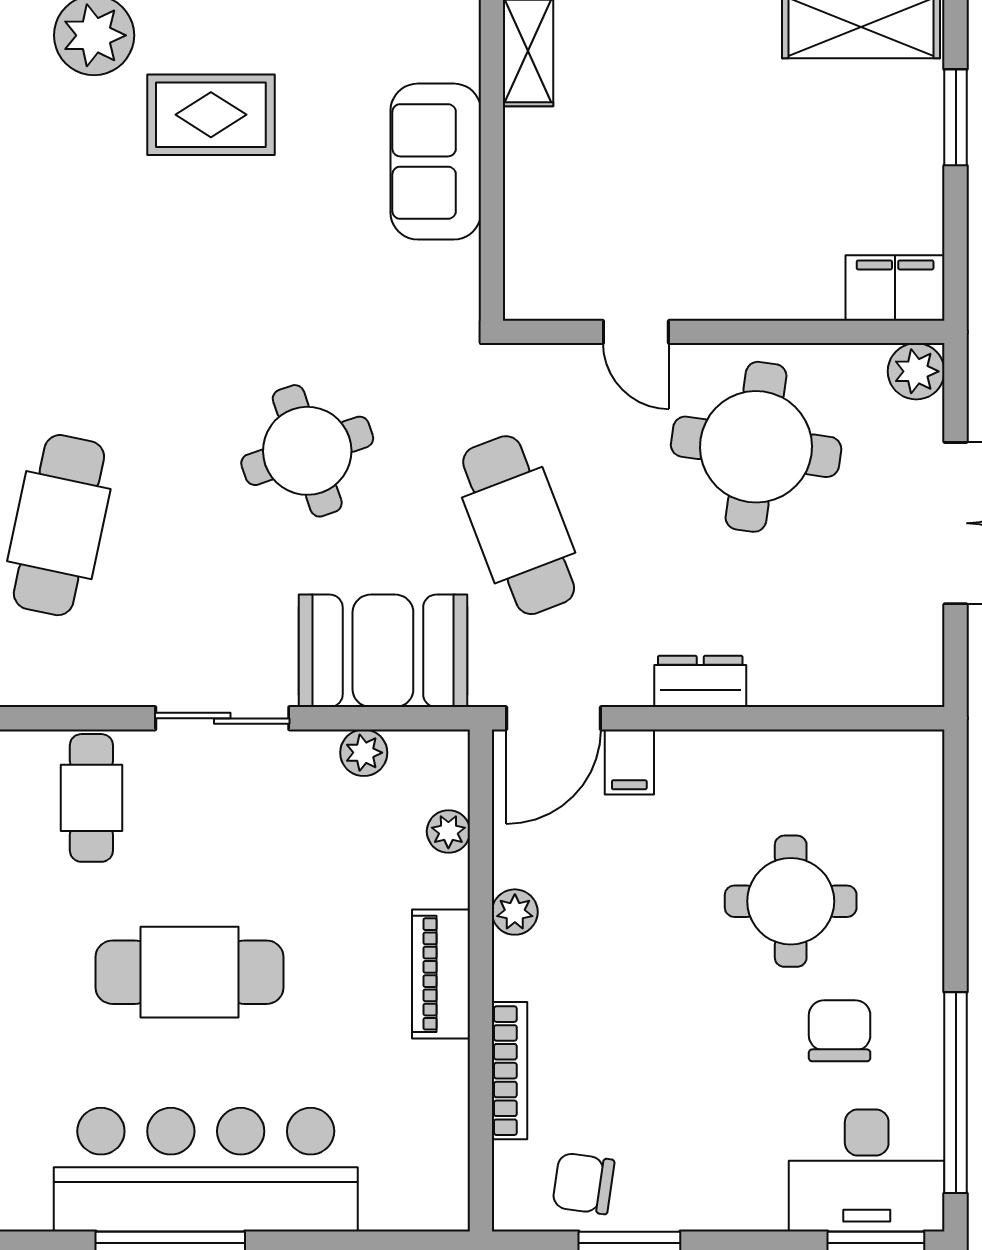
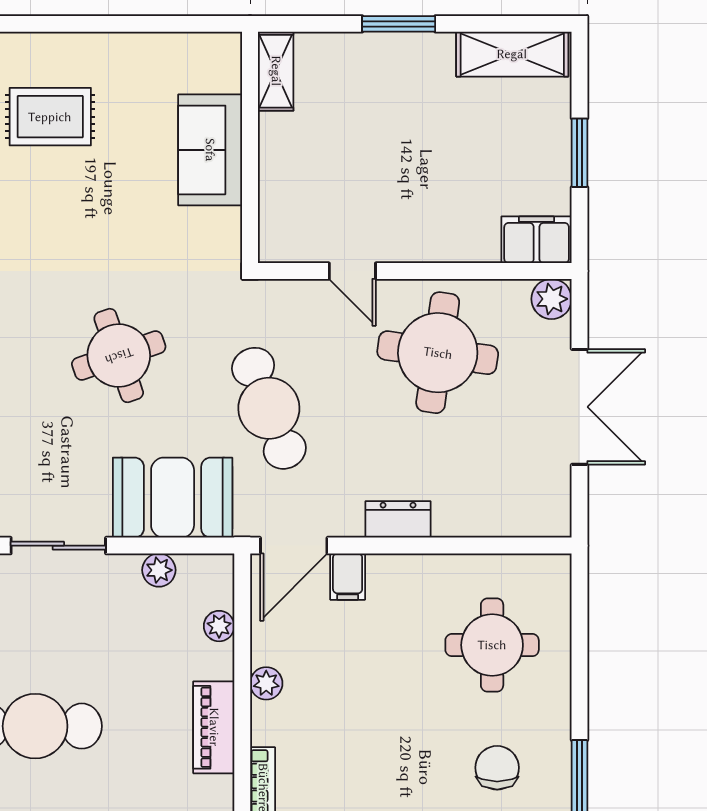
window: (956, 117) -> (579, 153), moved
round table: (791, 901) -> (492, 645), moved

